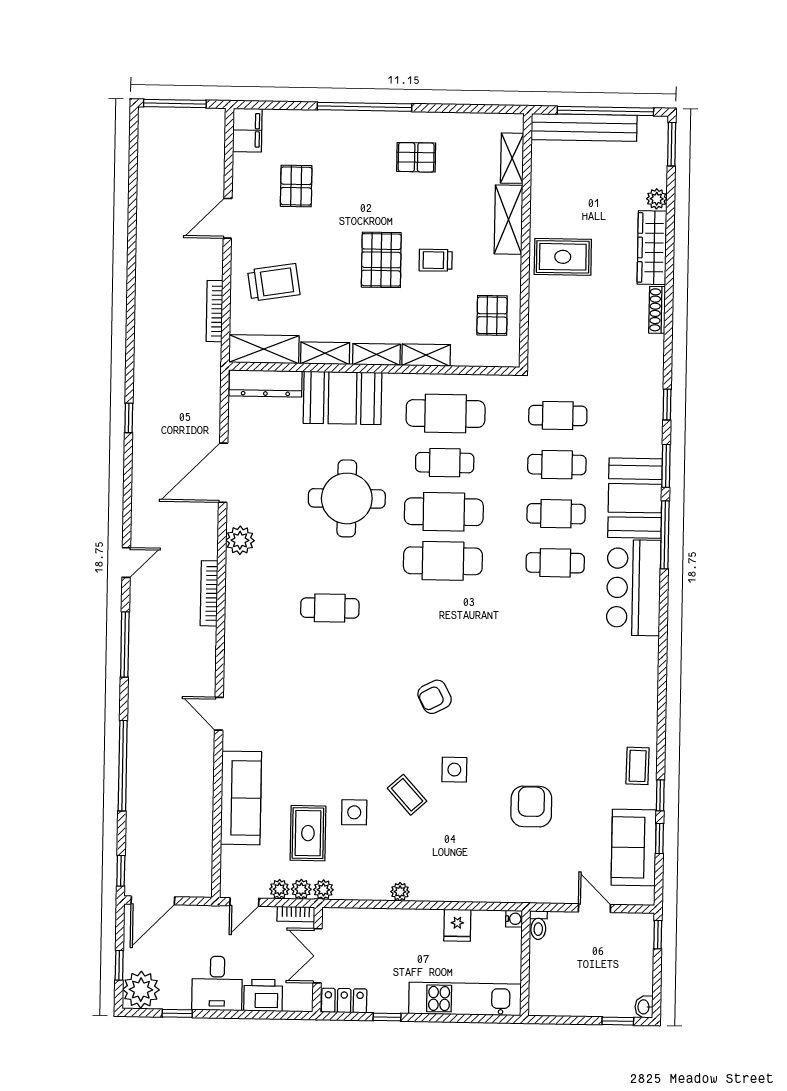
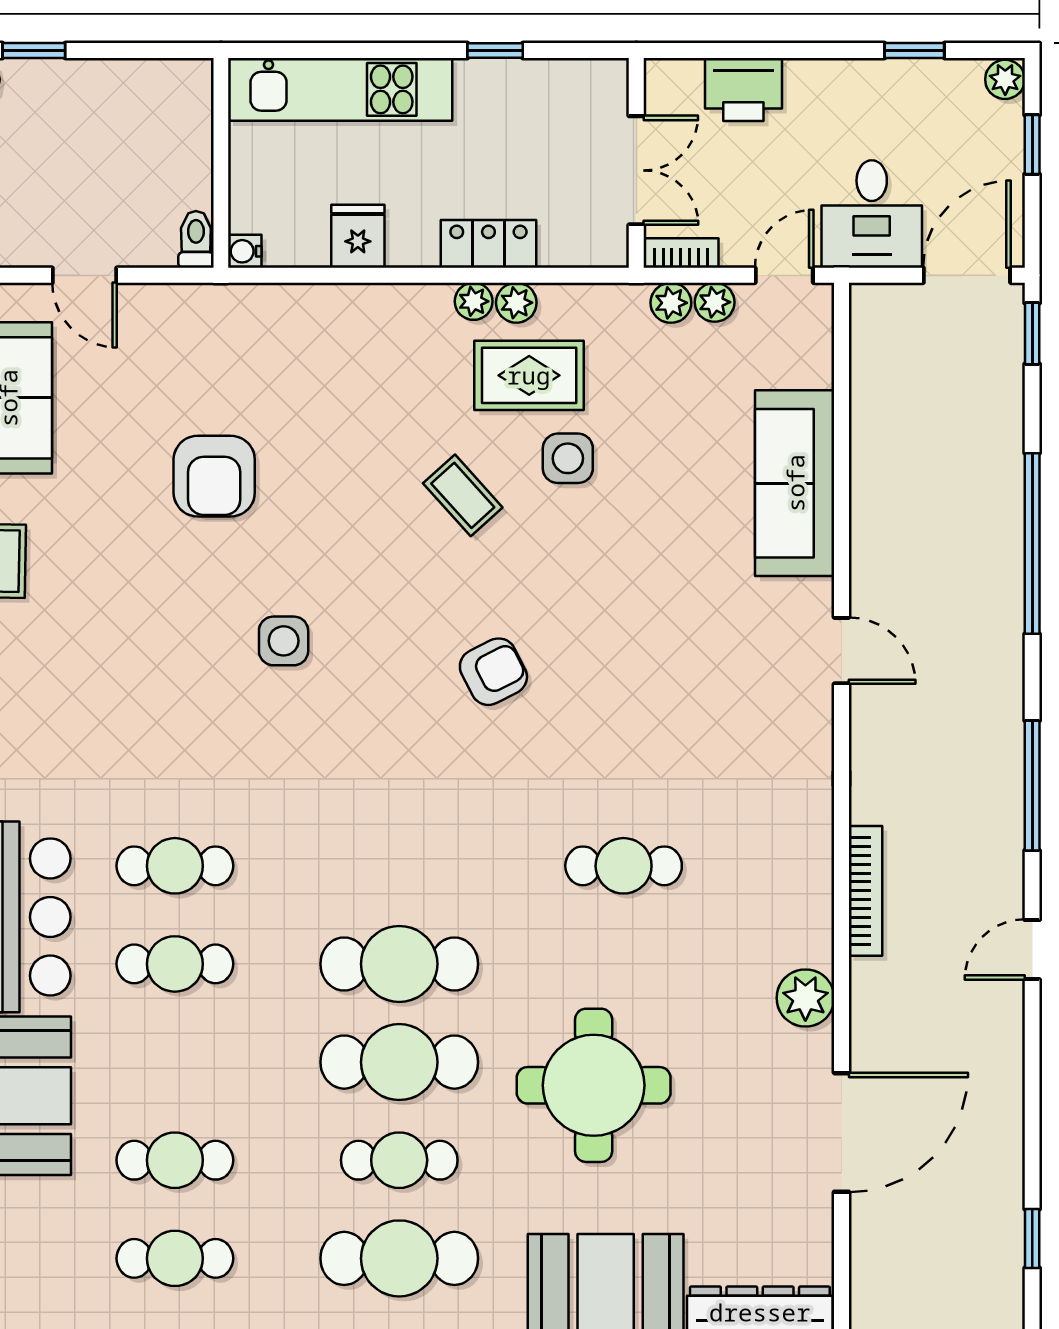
cafe table: (556, 514) -> (175, 866), moved
armchair: (435, 697) -> (493, 672), moved
side table: (454, 770) -> (284, 641), moved
rug: (308, 833) -> (529, 375), moved, turned 90
plant: (323, 890) -> (516, 303), moved
desk: (217, 983) -> (872, 214), moved, turned 180
plant: (141, 990) -> (1005, 79), width x0.53, depth x0.53
locker: (344, 1001) -> (488, 244), moved, turned 180

